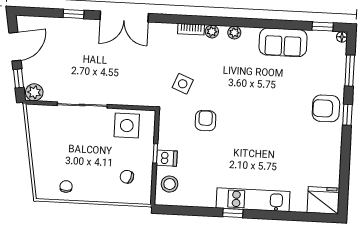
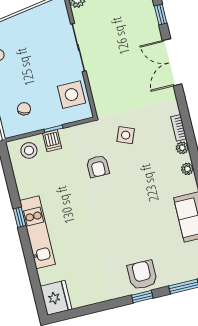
armchair: (205, 121) -> (98, 166), turned 90

